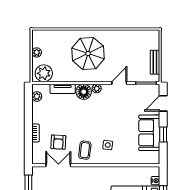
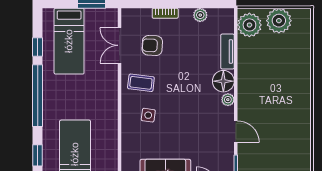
plant: (37, 52) -> (279, 21), width x1.87, depth x1.87
parasol: (88, 53) -> (277, 87), removed
plant: (37, 96) -> (200, 15), moved
double door: (58, 165) -> (119, 45), swing flipped

